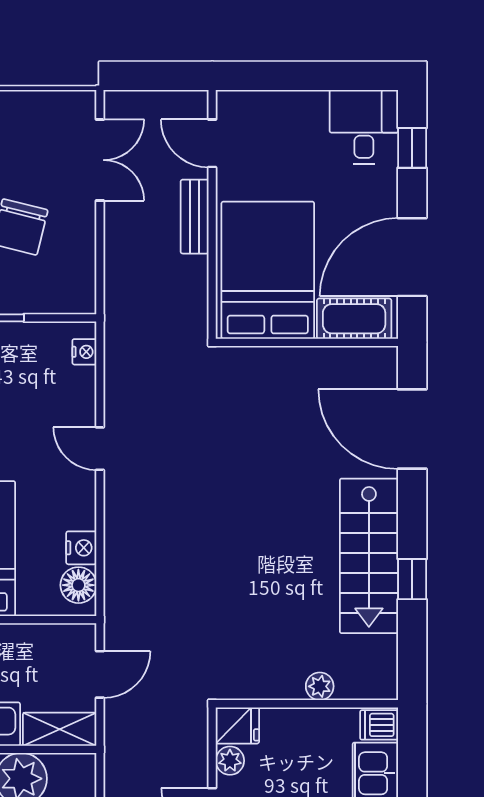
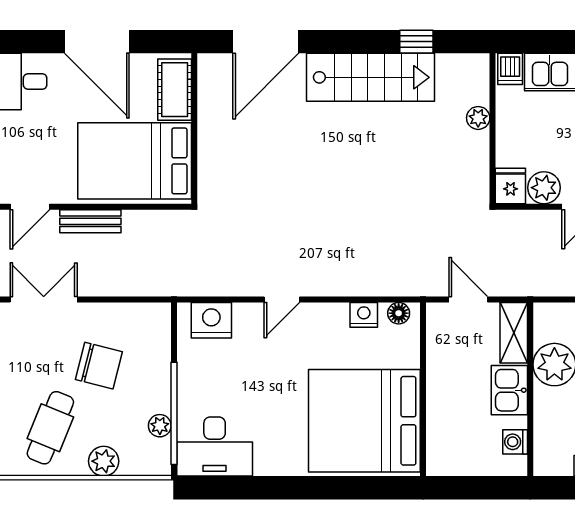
window: (412, 148) -> (34, 42), removed
door: (412, 257) -> (97, 42), moved
nightstand: (84, 352) -> (211, 320), width x1.89, depth x1.79
window: (412, 579) -> (416, 42), moved
floor lamp: (78, 585) -> (399, 313), width x0.73, depth x0.73
plant: (230, 761) -> (544, 188), width x1.38, depth x1.38

